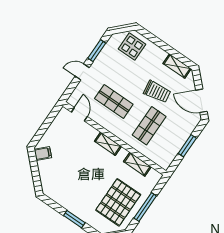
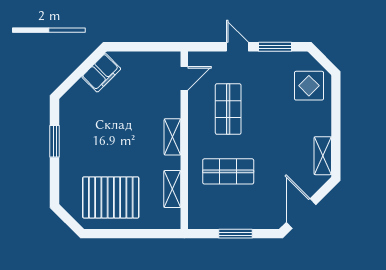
trolley: (157, 92) -> (276, 153), removed
filing cabinet: (43, 153) -> (101, 73), width x2.00
window: (145, 207) -> (127, 234), removed
window: (74, 219) -> (55, 141), moved

